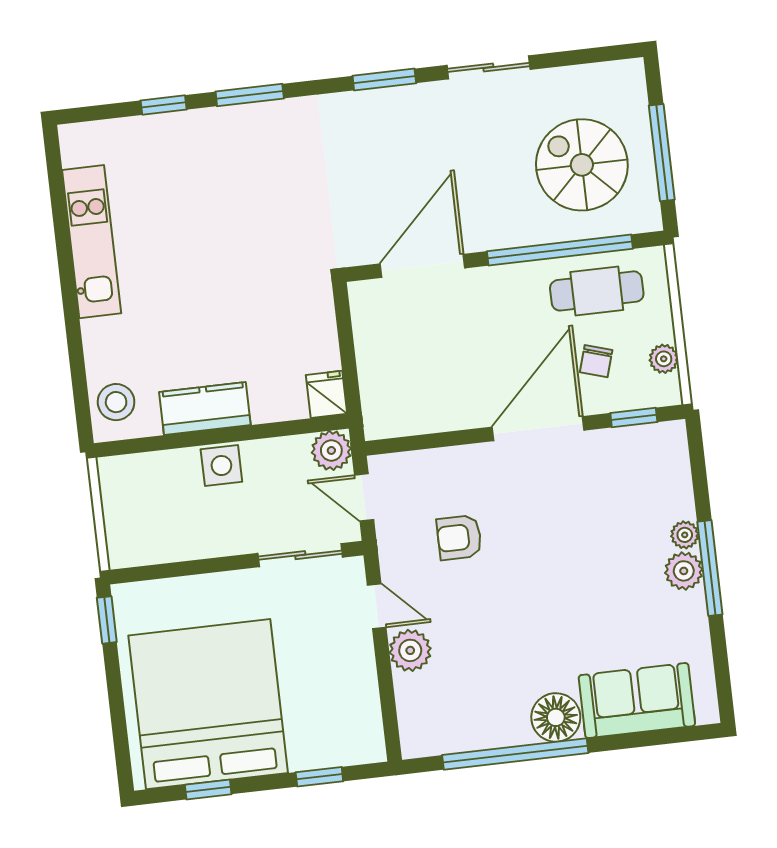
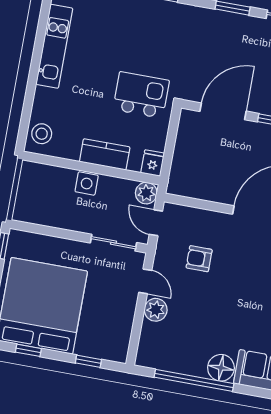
kitchen island: (270, 281) -> (141, 95), added
kitchen counter: (205, 409) -> (105, 154), moved

